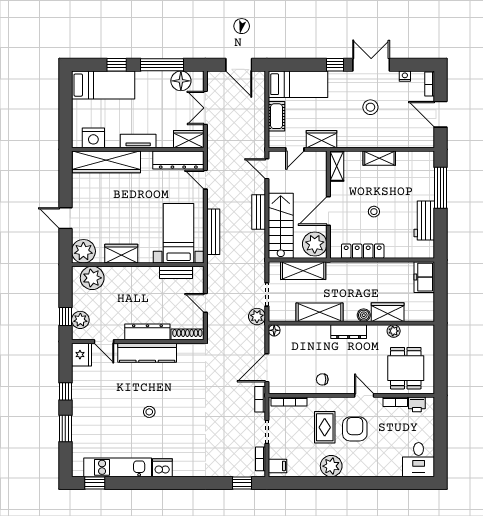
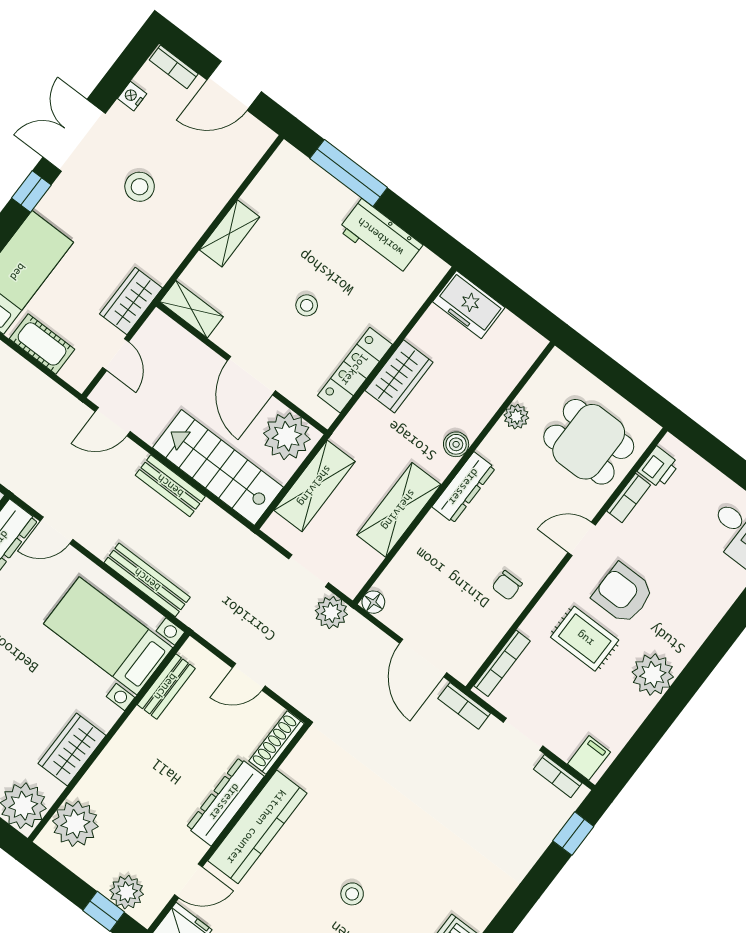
wardrobe: (388, 312) -> (399, 376), moved, turned 180

